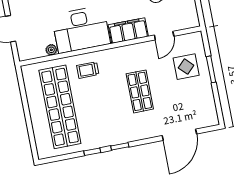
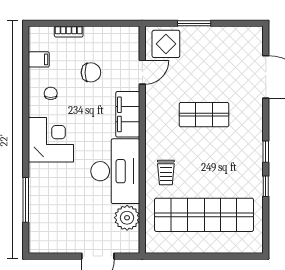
door: (164, 36) -> (142, 72), hinge flipped
plant: (51, 50) -> (127, 218), width x1.88, depth x1.88
display table: (186, 67) -> (166, 44), moved

